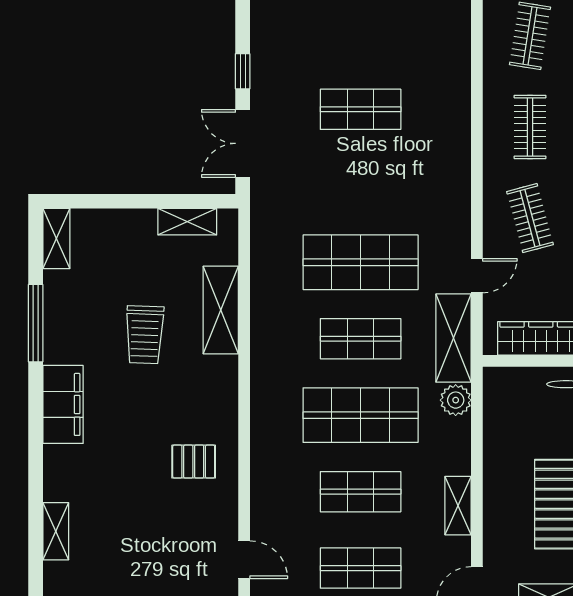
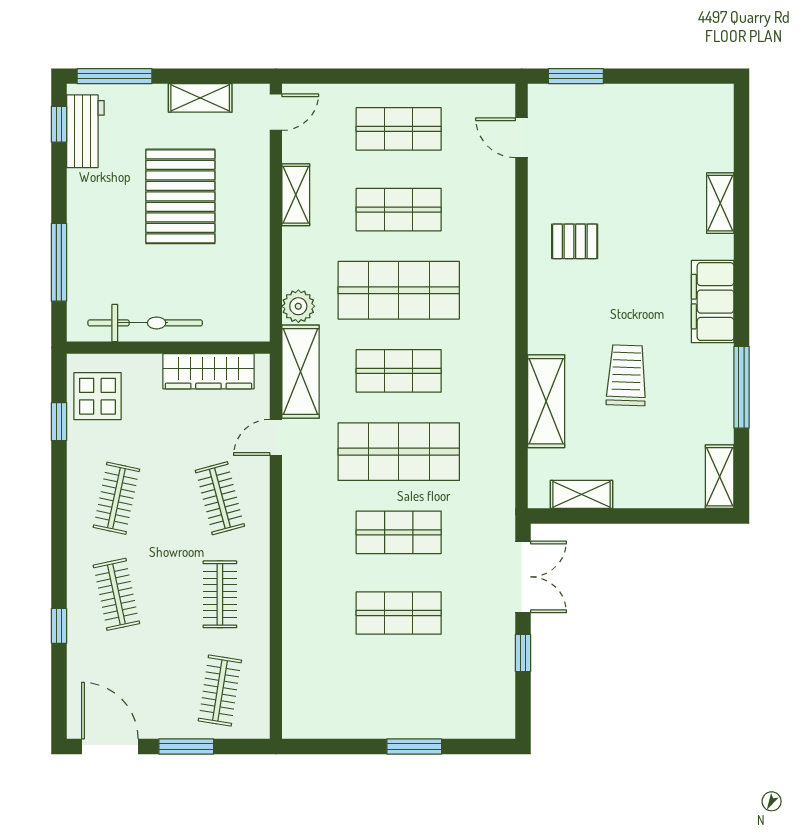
shop shelf: (361, 186) -> (399, 532), added
shelving: (56, 531) -> (720, 203), moved

